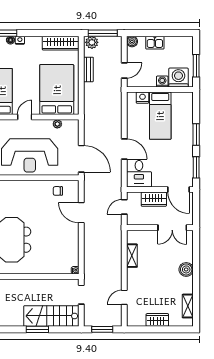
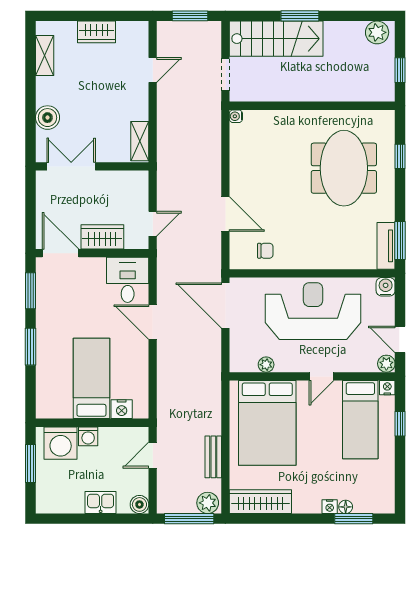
wall: (160, 228) -> (92, 166), moved
double door: (172, 228) -> (71, 166), moved

